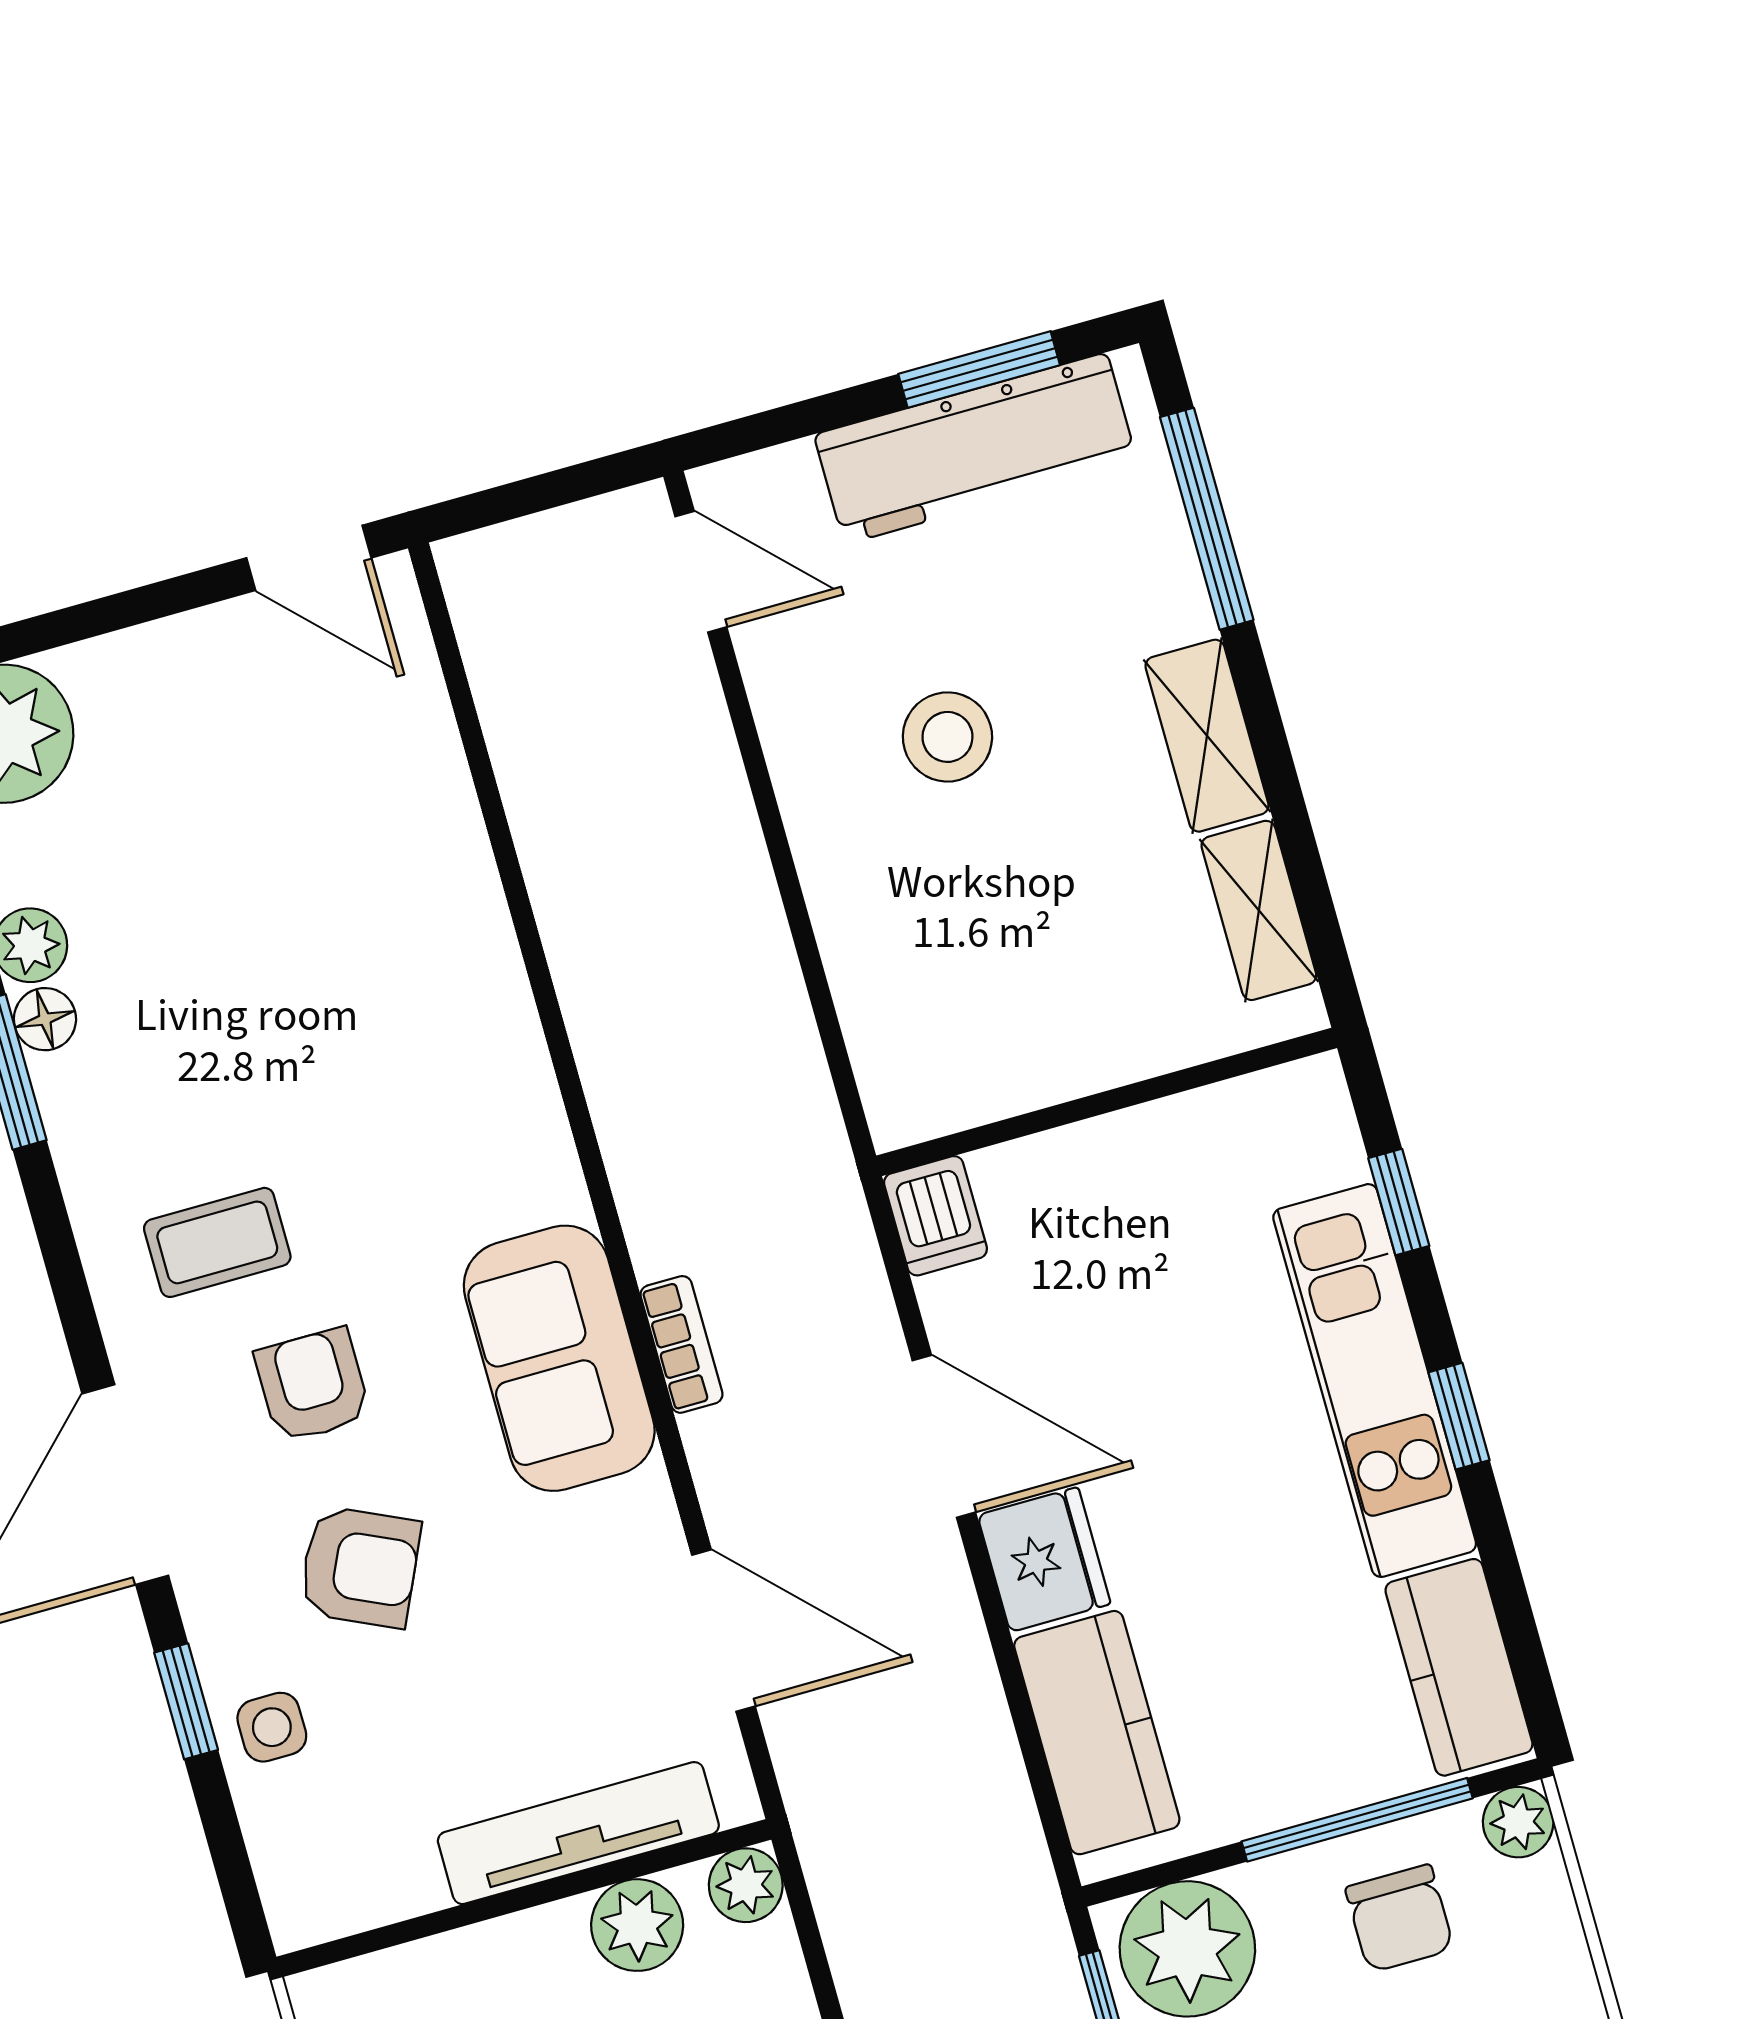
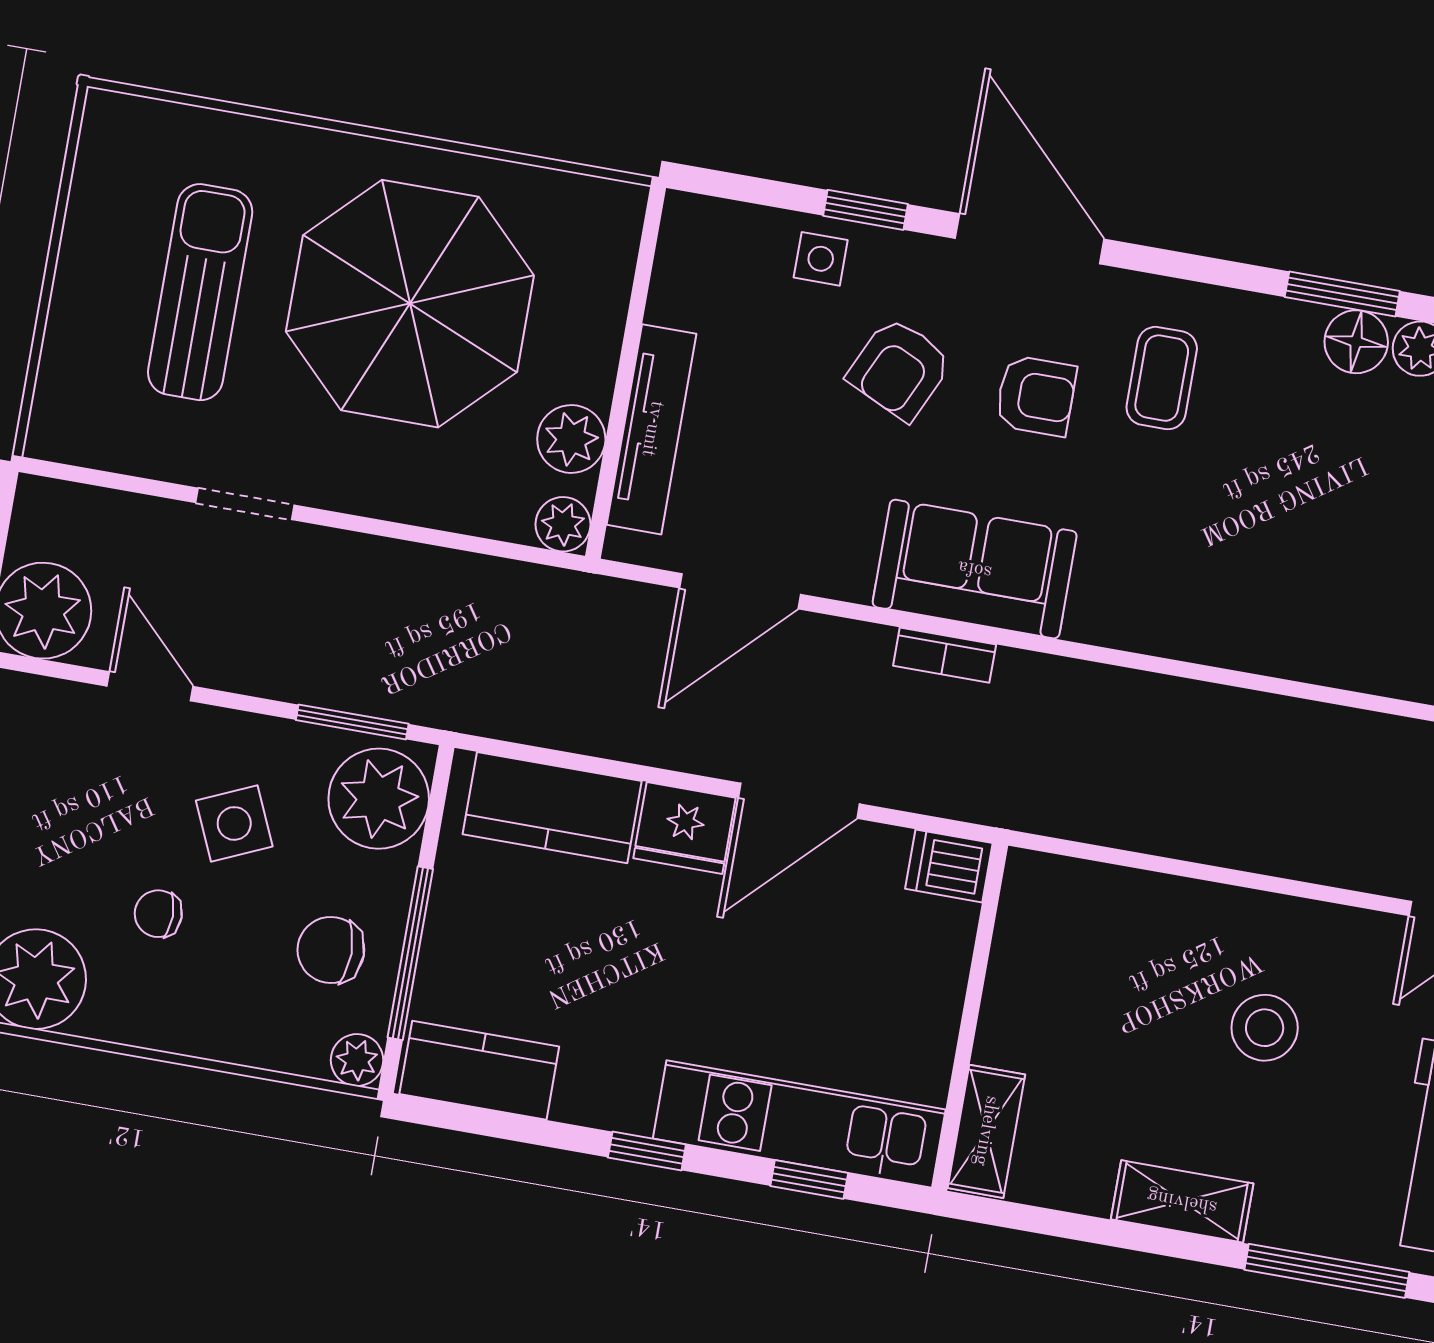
shelving: (1259, 910) -> (986, 1131), moved, turned 90
floor lamp: (45, 1019) -> (1356, 342), width x1.37, depth x1.37
kitchen unit: (1375, 1381) -> (799, 1124), moved

